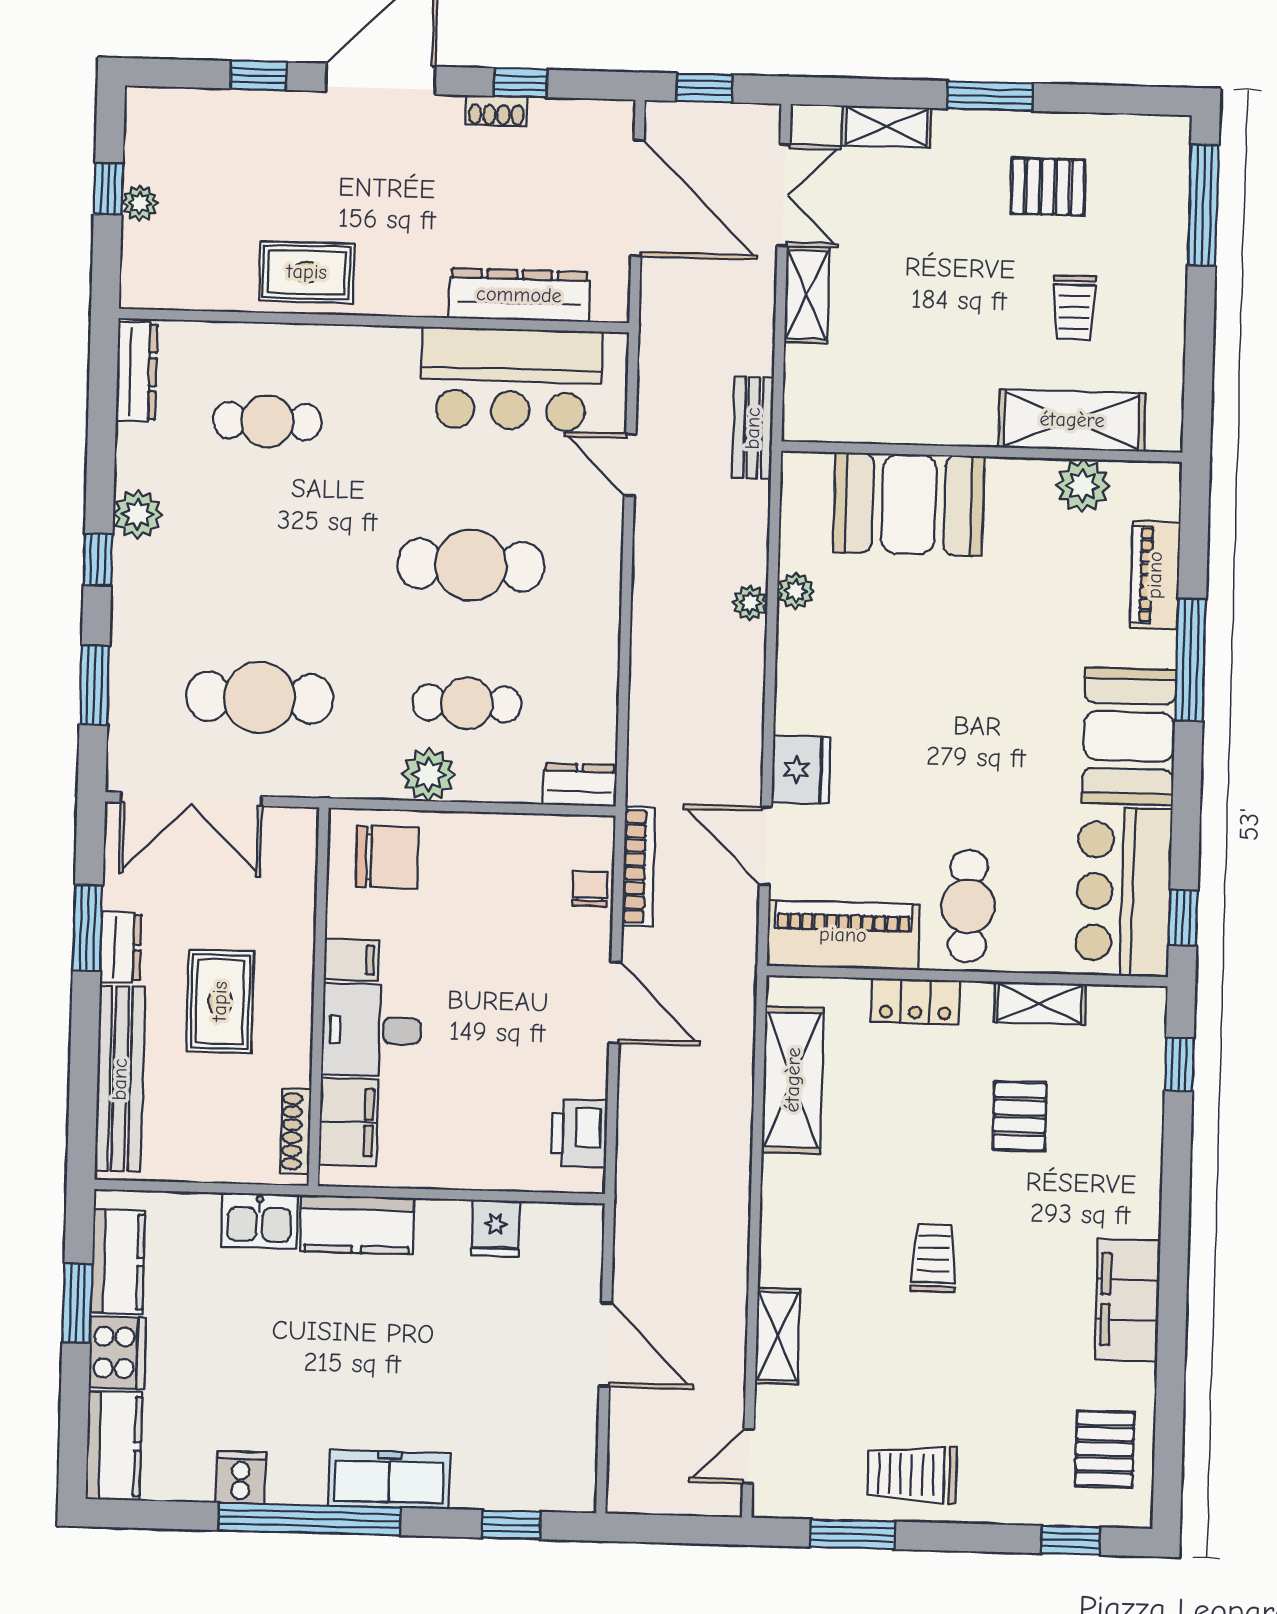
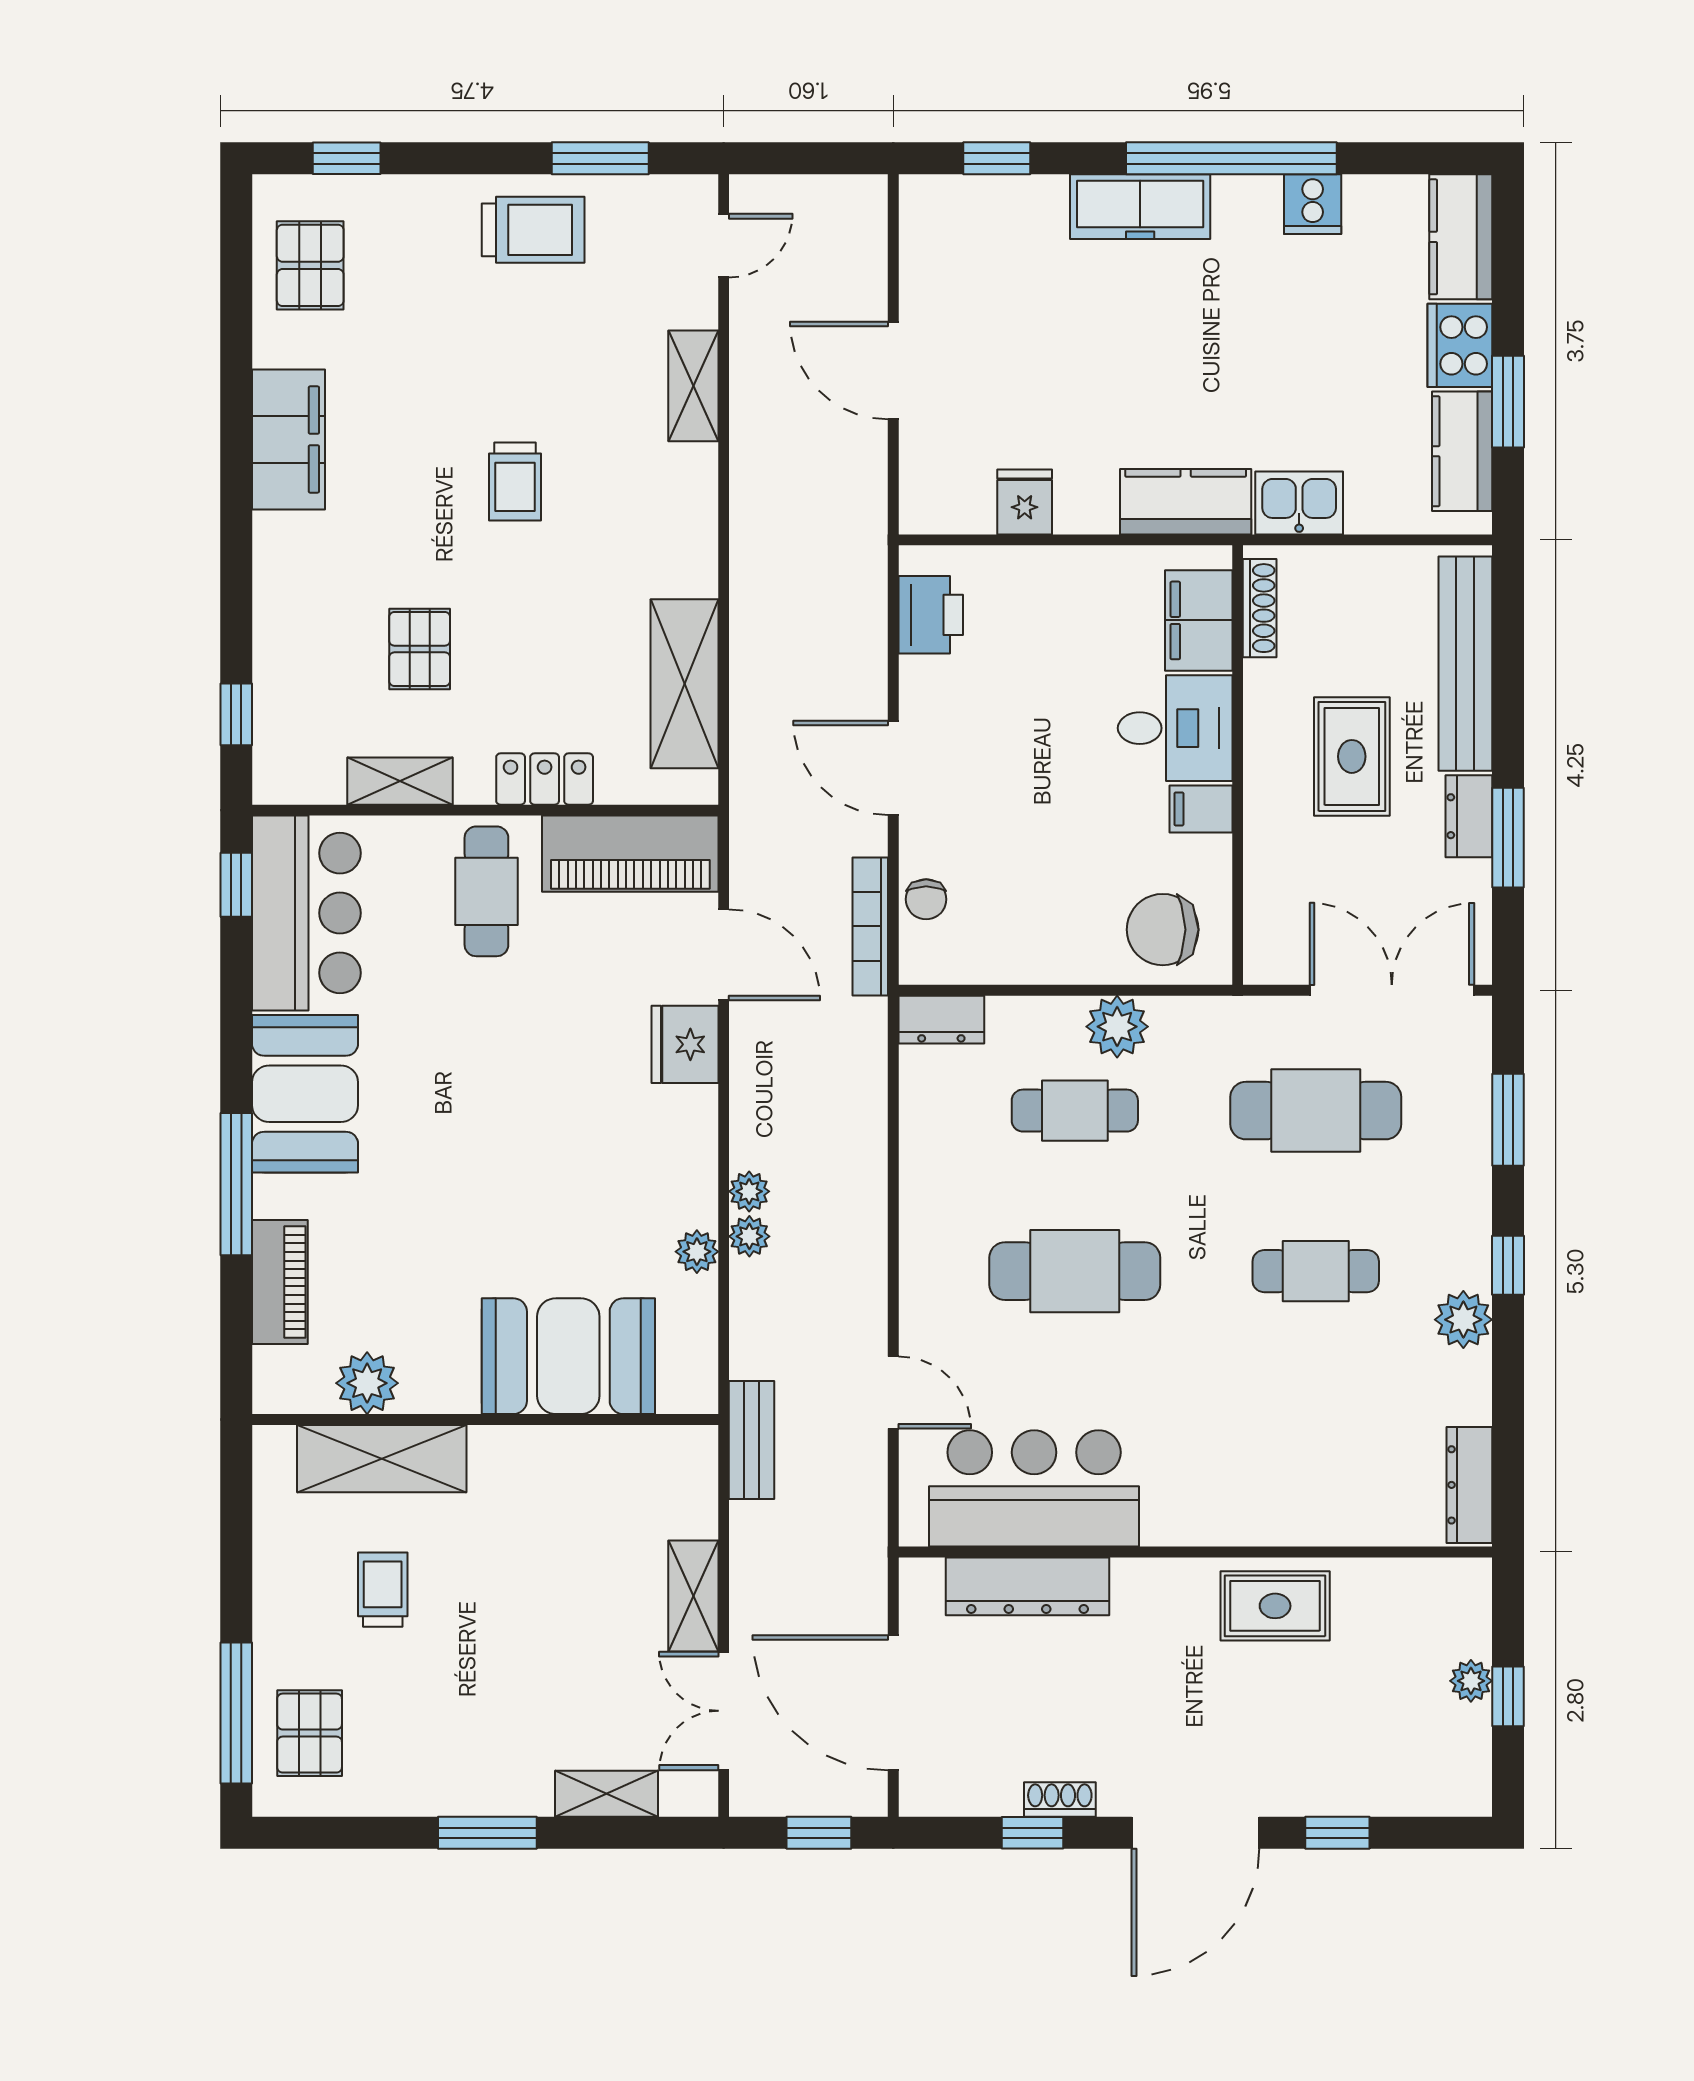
pallet: (1048, 187) -> (310, 1733), moved, turned 90
cafe table: (267, 421) -> (1316, 1271), moved
plant: (749, 642) -> (749, 1191), added

